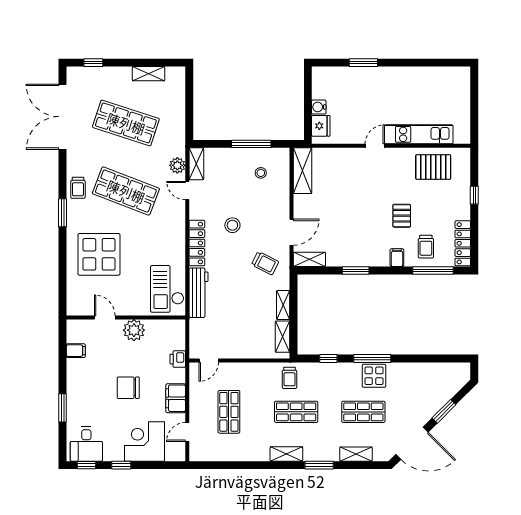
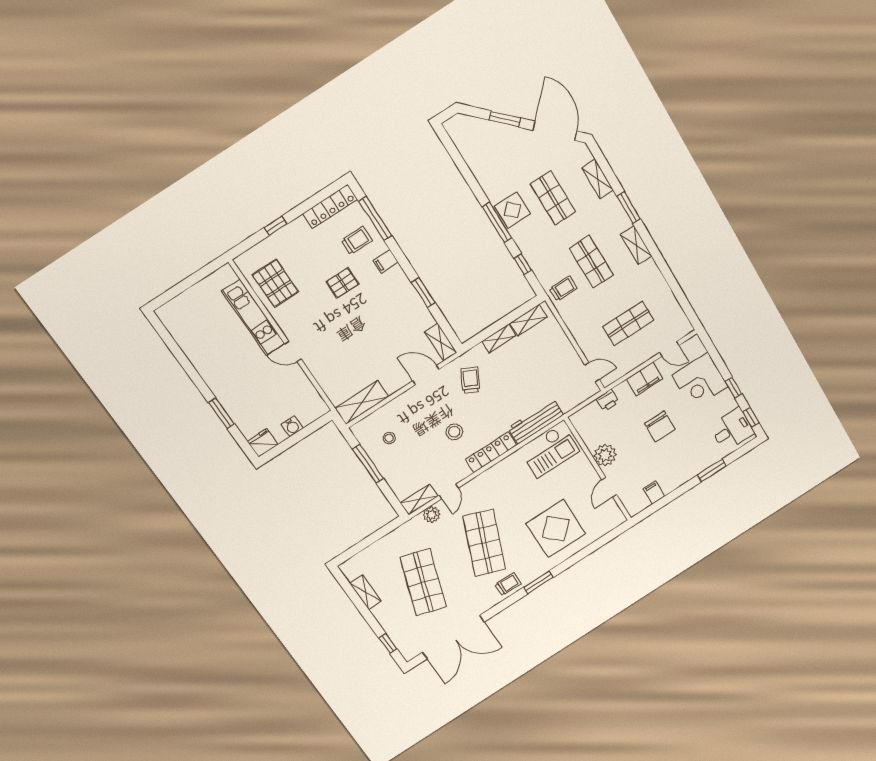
fridge: (321, 126) -> (263, 443), moved

